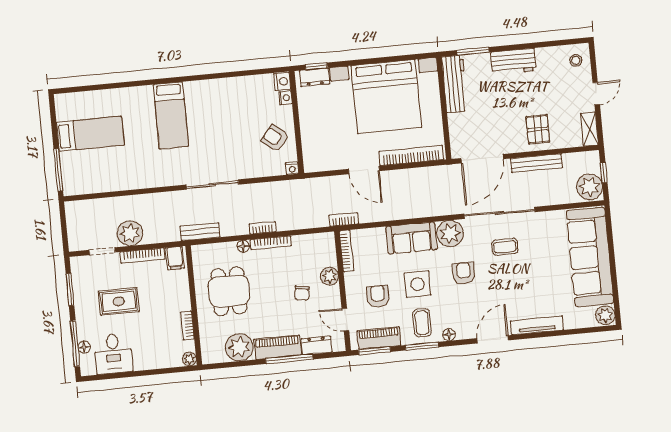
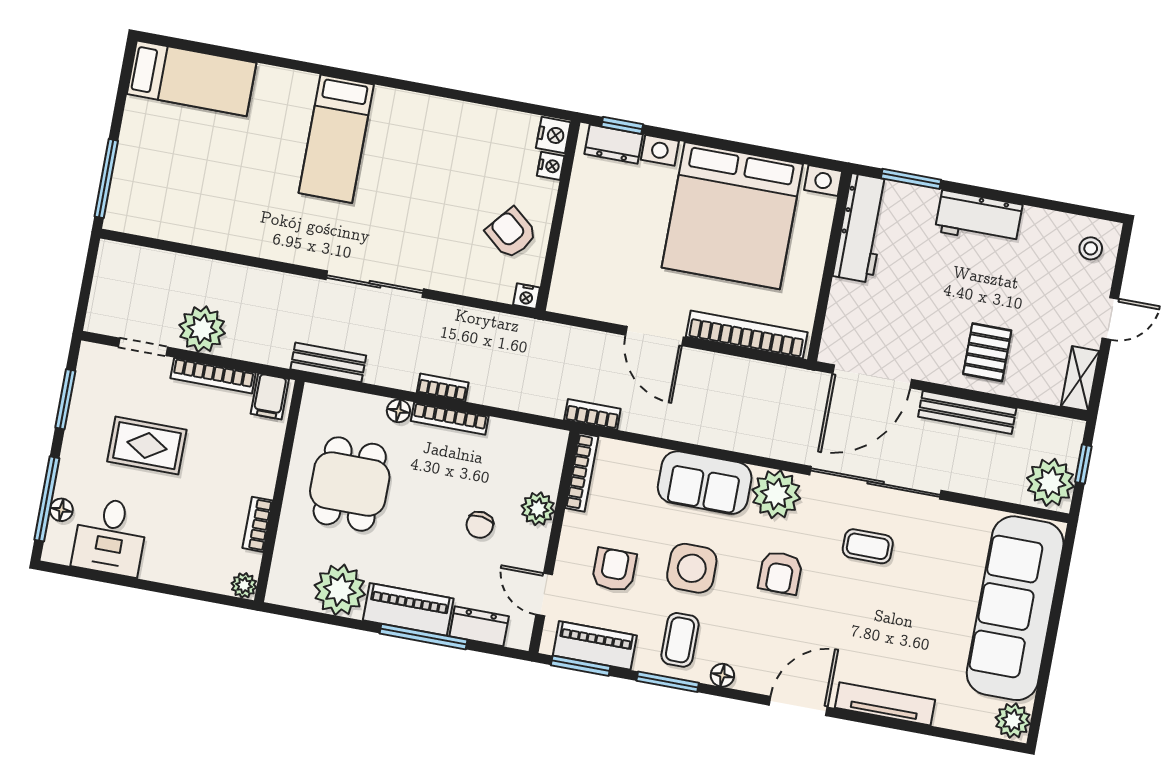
bed: (90, 134) -> (192, 78), moved
armchair: (464, 273) -> (780, 573), turned 180

